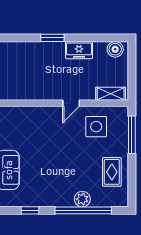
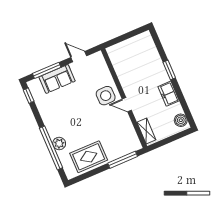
side table: (96, 127) -> (106, 96), moved
rug: (112, 172) -> (89, 157), width x1.36, depth x1.43
window: (30, 210) -> (29, 96), moved

